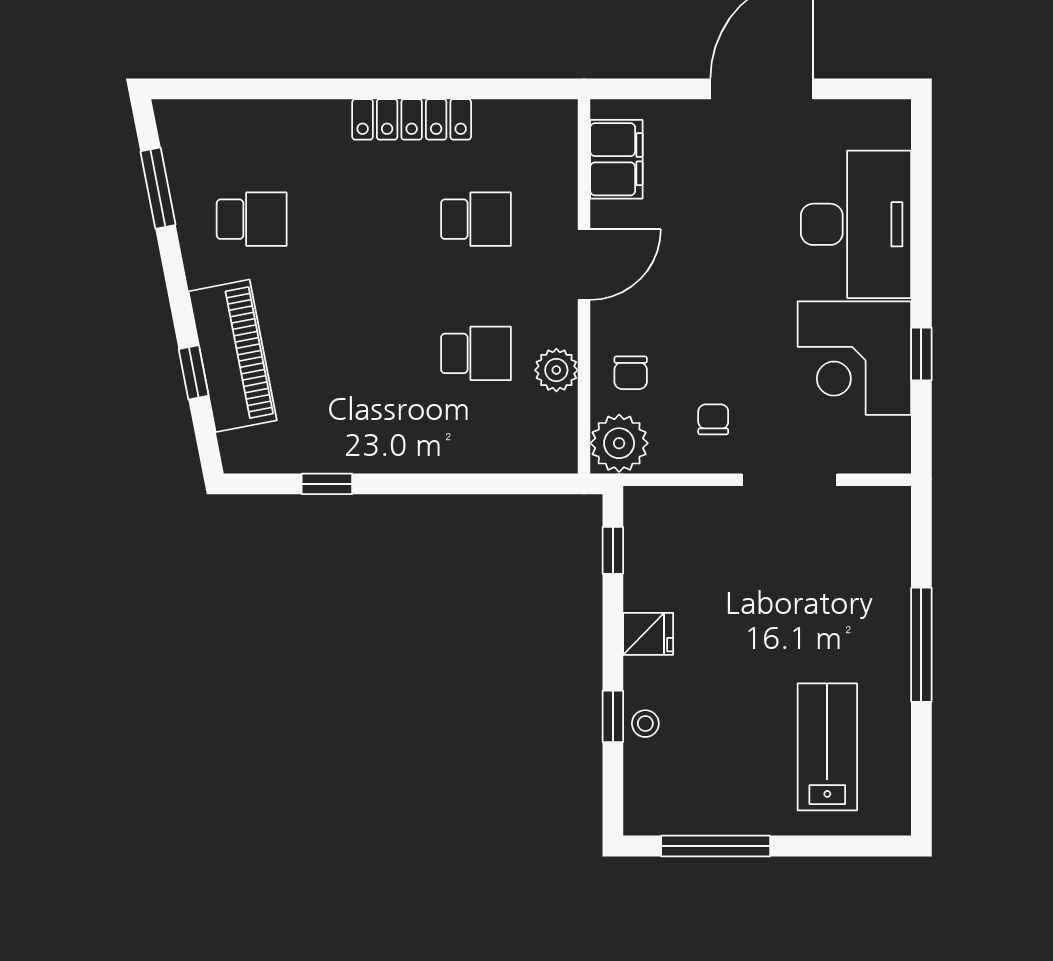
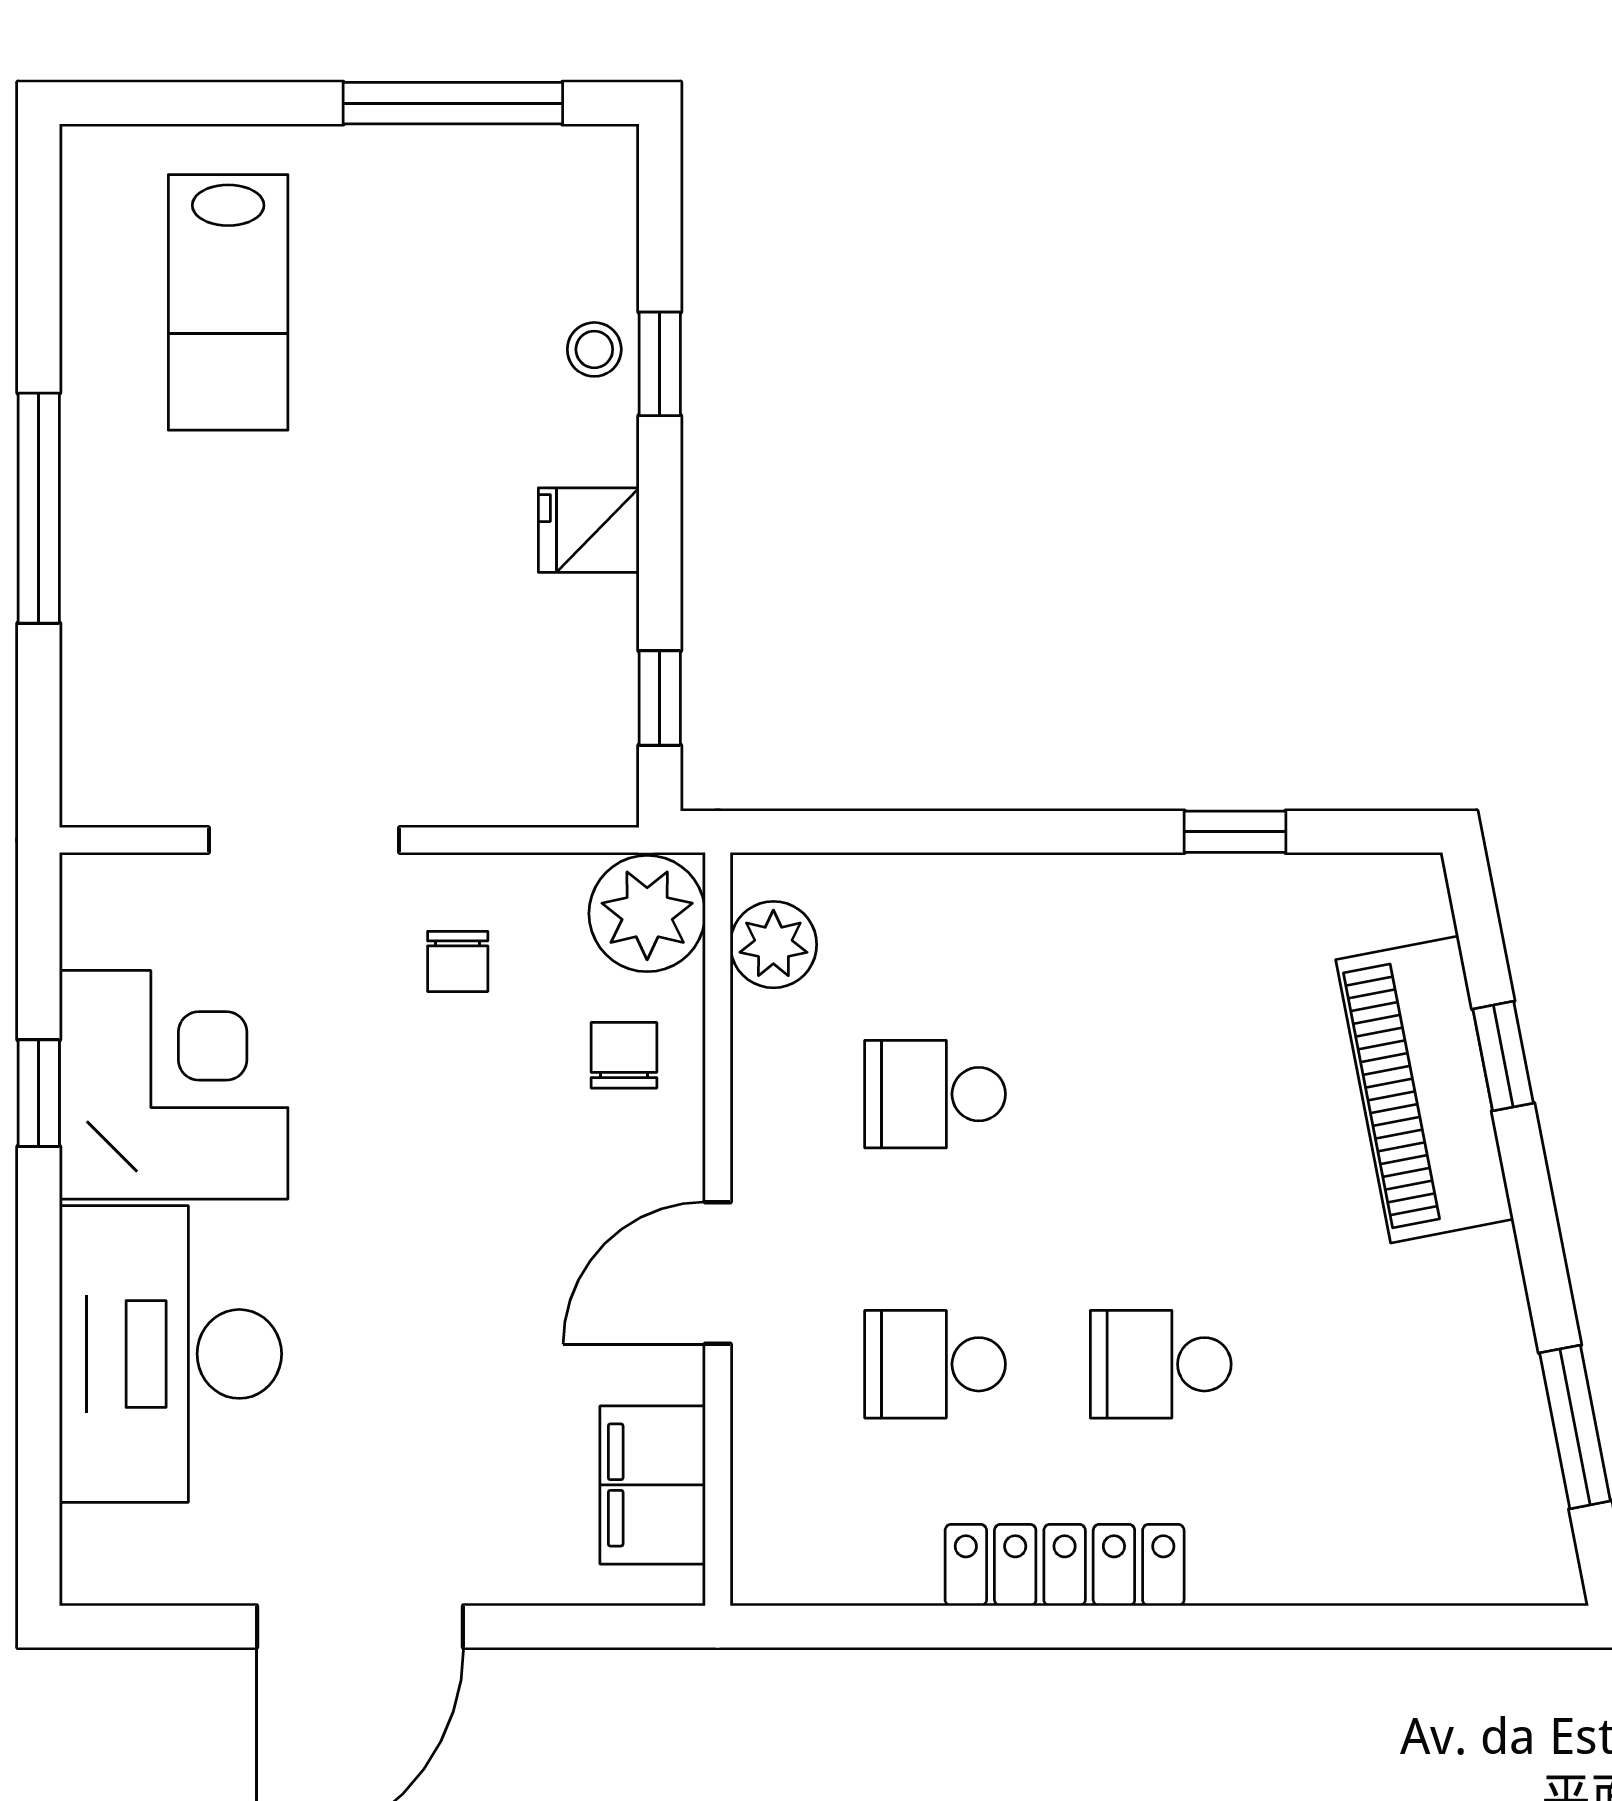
school desk: (252, 219) -> (1161, 1364), moved
plant: (556, 370) -> (773, 945), moved

